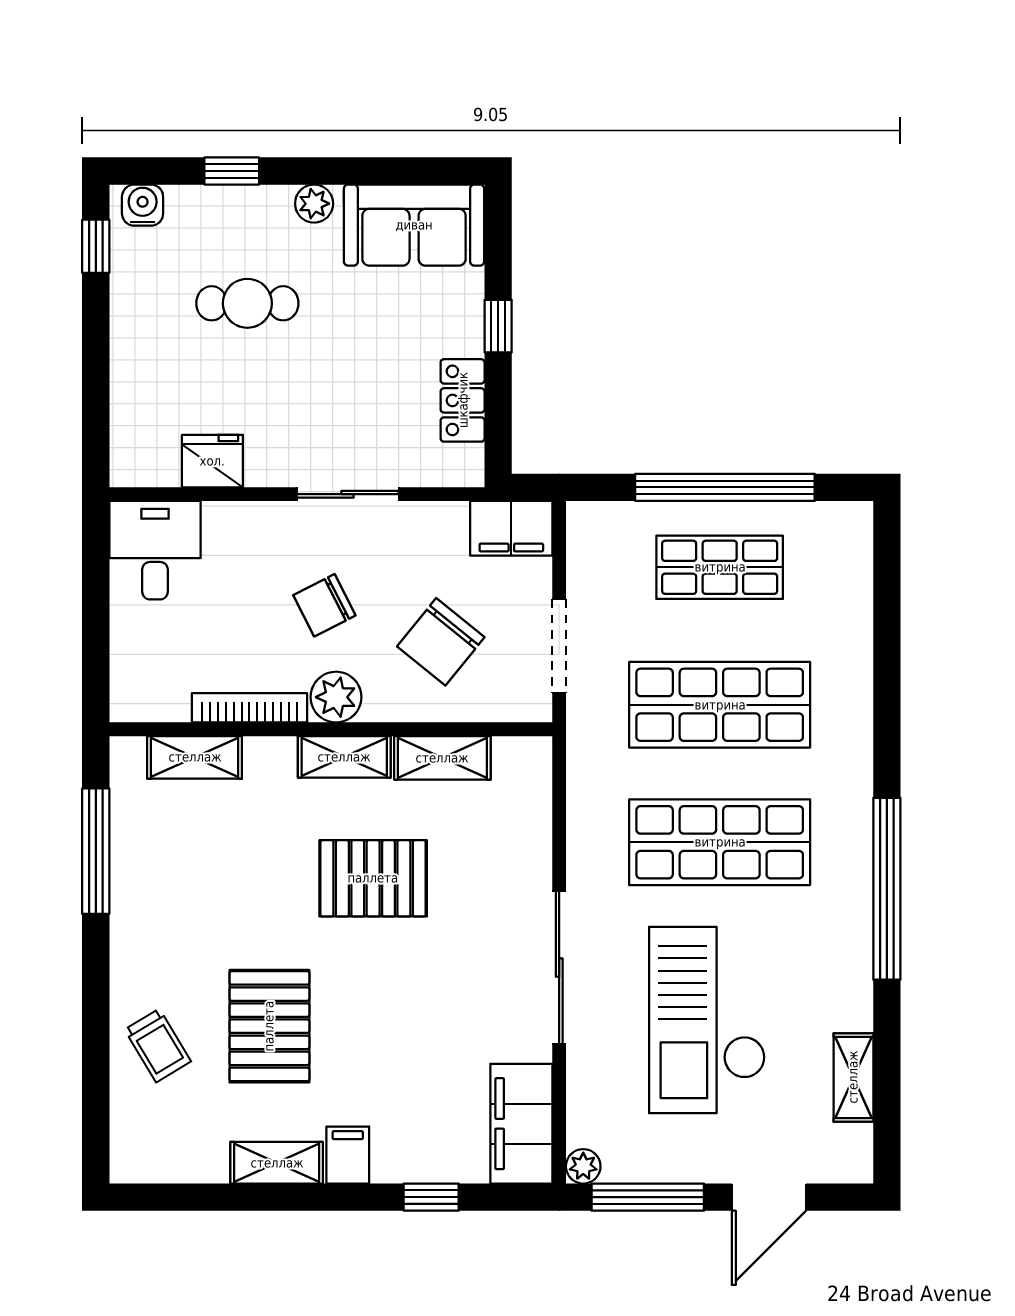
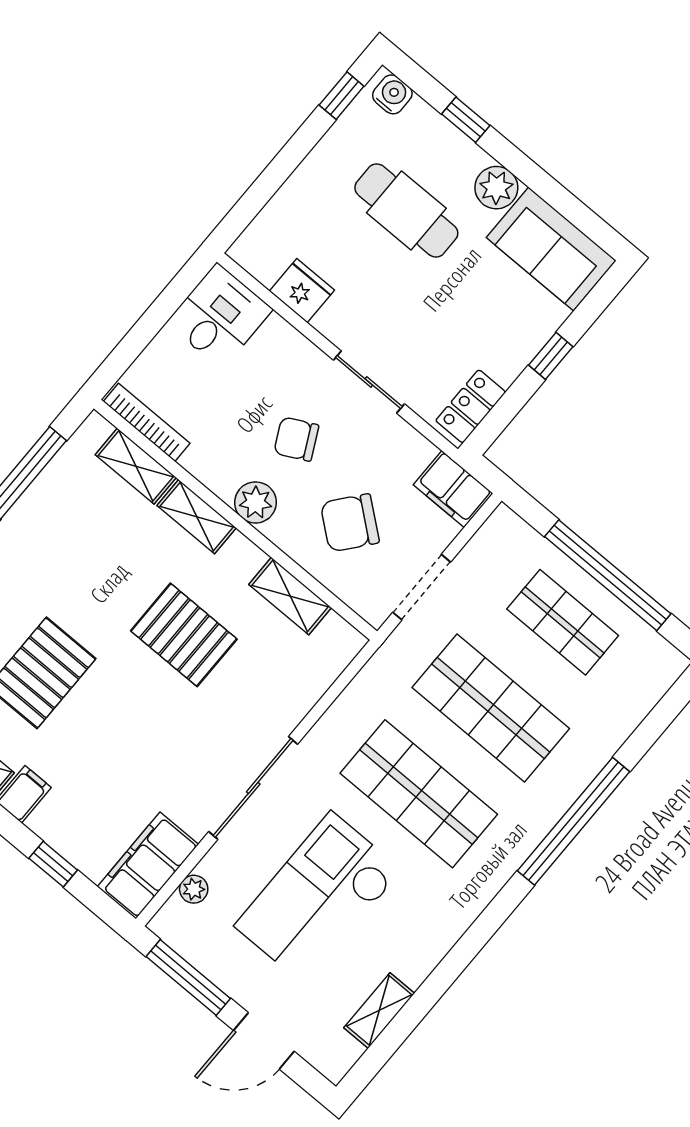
plant: (314, 204) -> (496, 188), width x1.38, depth x1.38
cafe table: (247, 303) -> (406, 210), width x1.37, depth x1.35
locker: (463, 400) -> (471, 406), moved
bookcase: (249, 708) -> (147, 422), moved
shelving: (344, 757) -> (197, 517), moved
window: (887, 889) -> (574, 821), moved
plant: (583, 1166) -> (194, 889), moved

